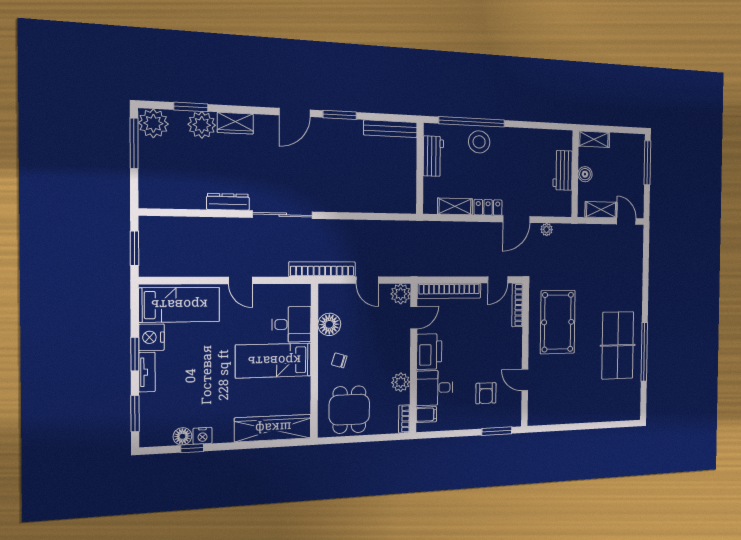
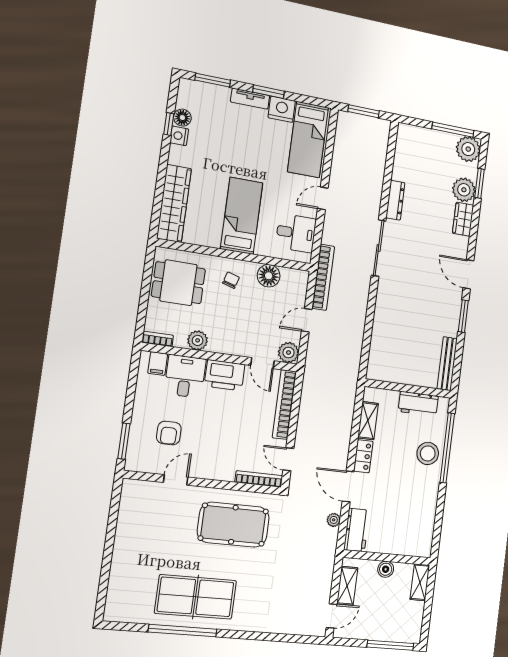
workbench: (563, 170) -> (357, 530), moved, turned 90
desk: (291, 324) -> (296, 233), moved, turned -90
armchair: (486, 393) -> (169, 433), turned -90

